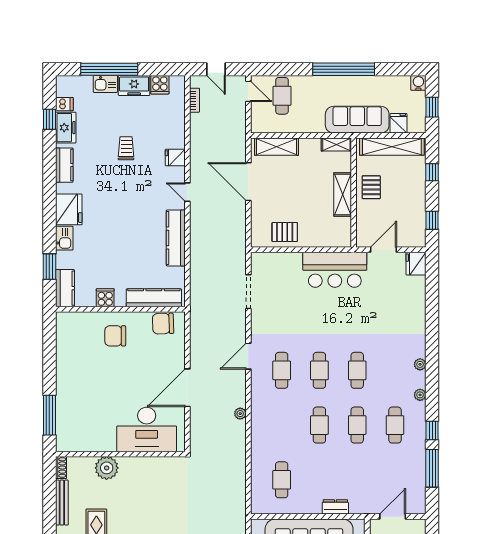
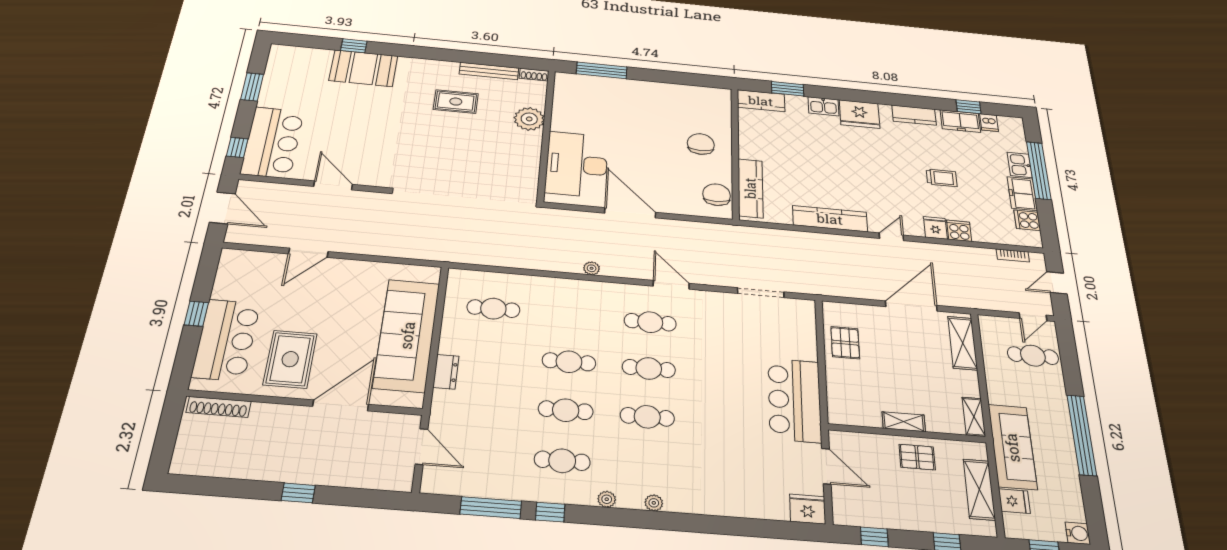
shelving: (392, 147) -> (979, 489), width x0.68
shelving: (343, 194) -> (904, 422), width x0.67, depth x0.75
cooker: (105, 298) -> (959, 231), moved, turned -90

